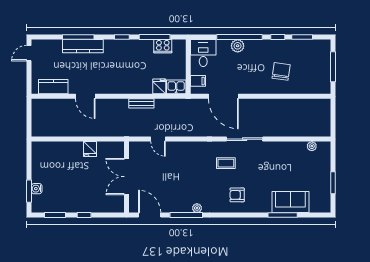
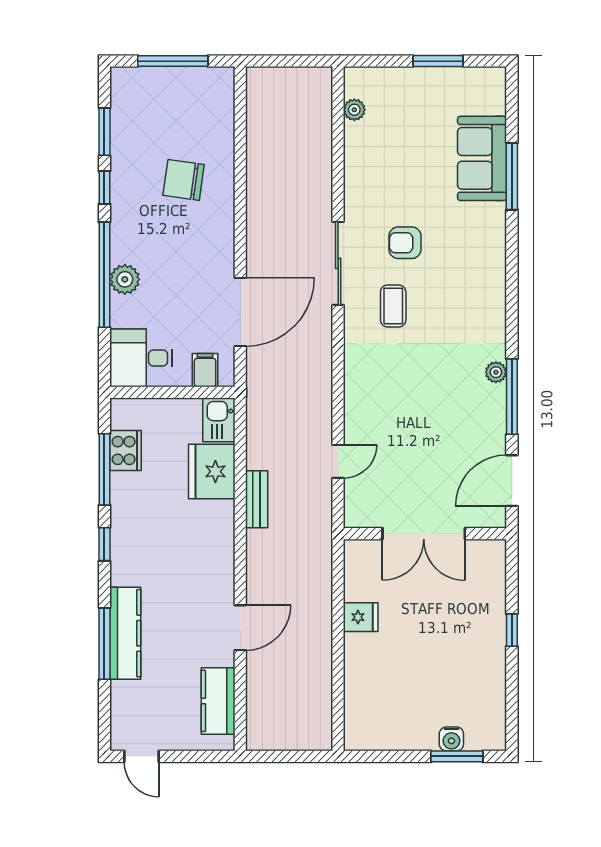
fridge: (159, 86) -> (212, 471), width x1.88, depth x1.34
armchair: (237, 195) -> (405, 243), moved, turned 90
window: (55, 215) -> (512, 697), removed

